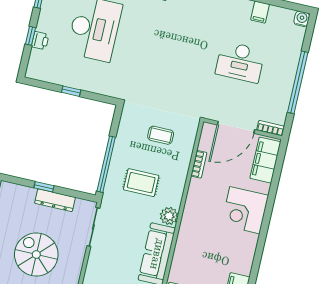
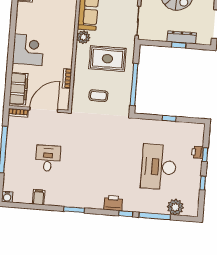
desk: (240, 62) -> (48, 158), width x0.73
window: (106, 164) -> (134, 85), moved
rug: (141, 183) -> (108, 59), width x1.36, depth x1.43
dresser: (55, 200) -> (182, 37), moved

